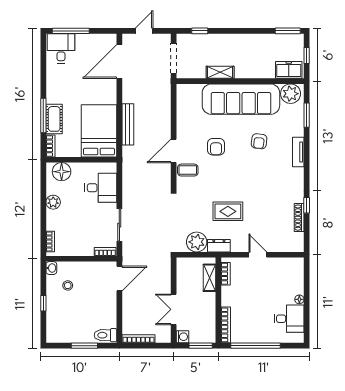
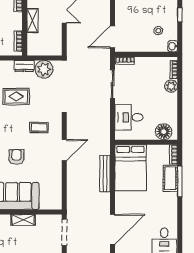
armchair: (216, 147) -> (16, 157), moved
coffee table: (188, 170) -> (39, 128), moved
plant: (53, 202) -> (171, 86), moved
shelving: (209, 278) -> (33, 21), moved

